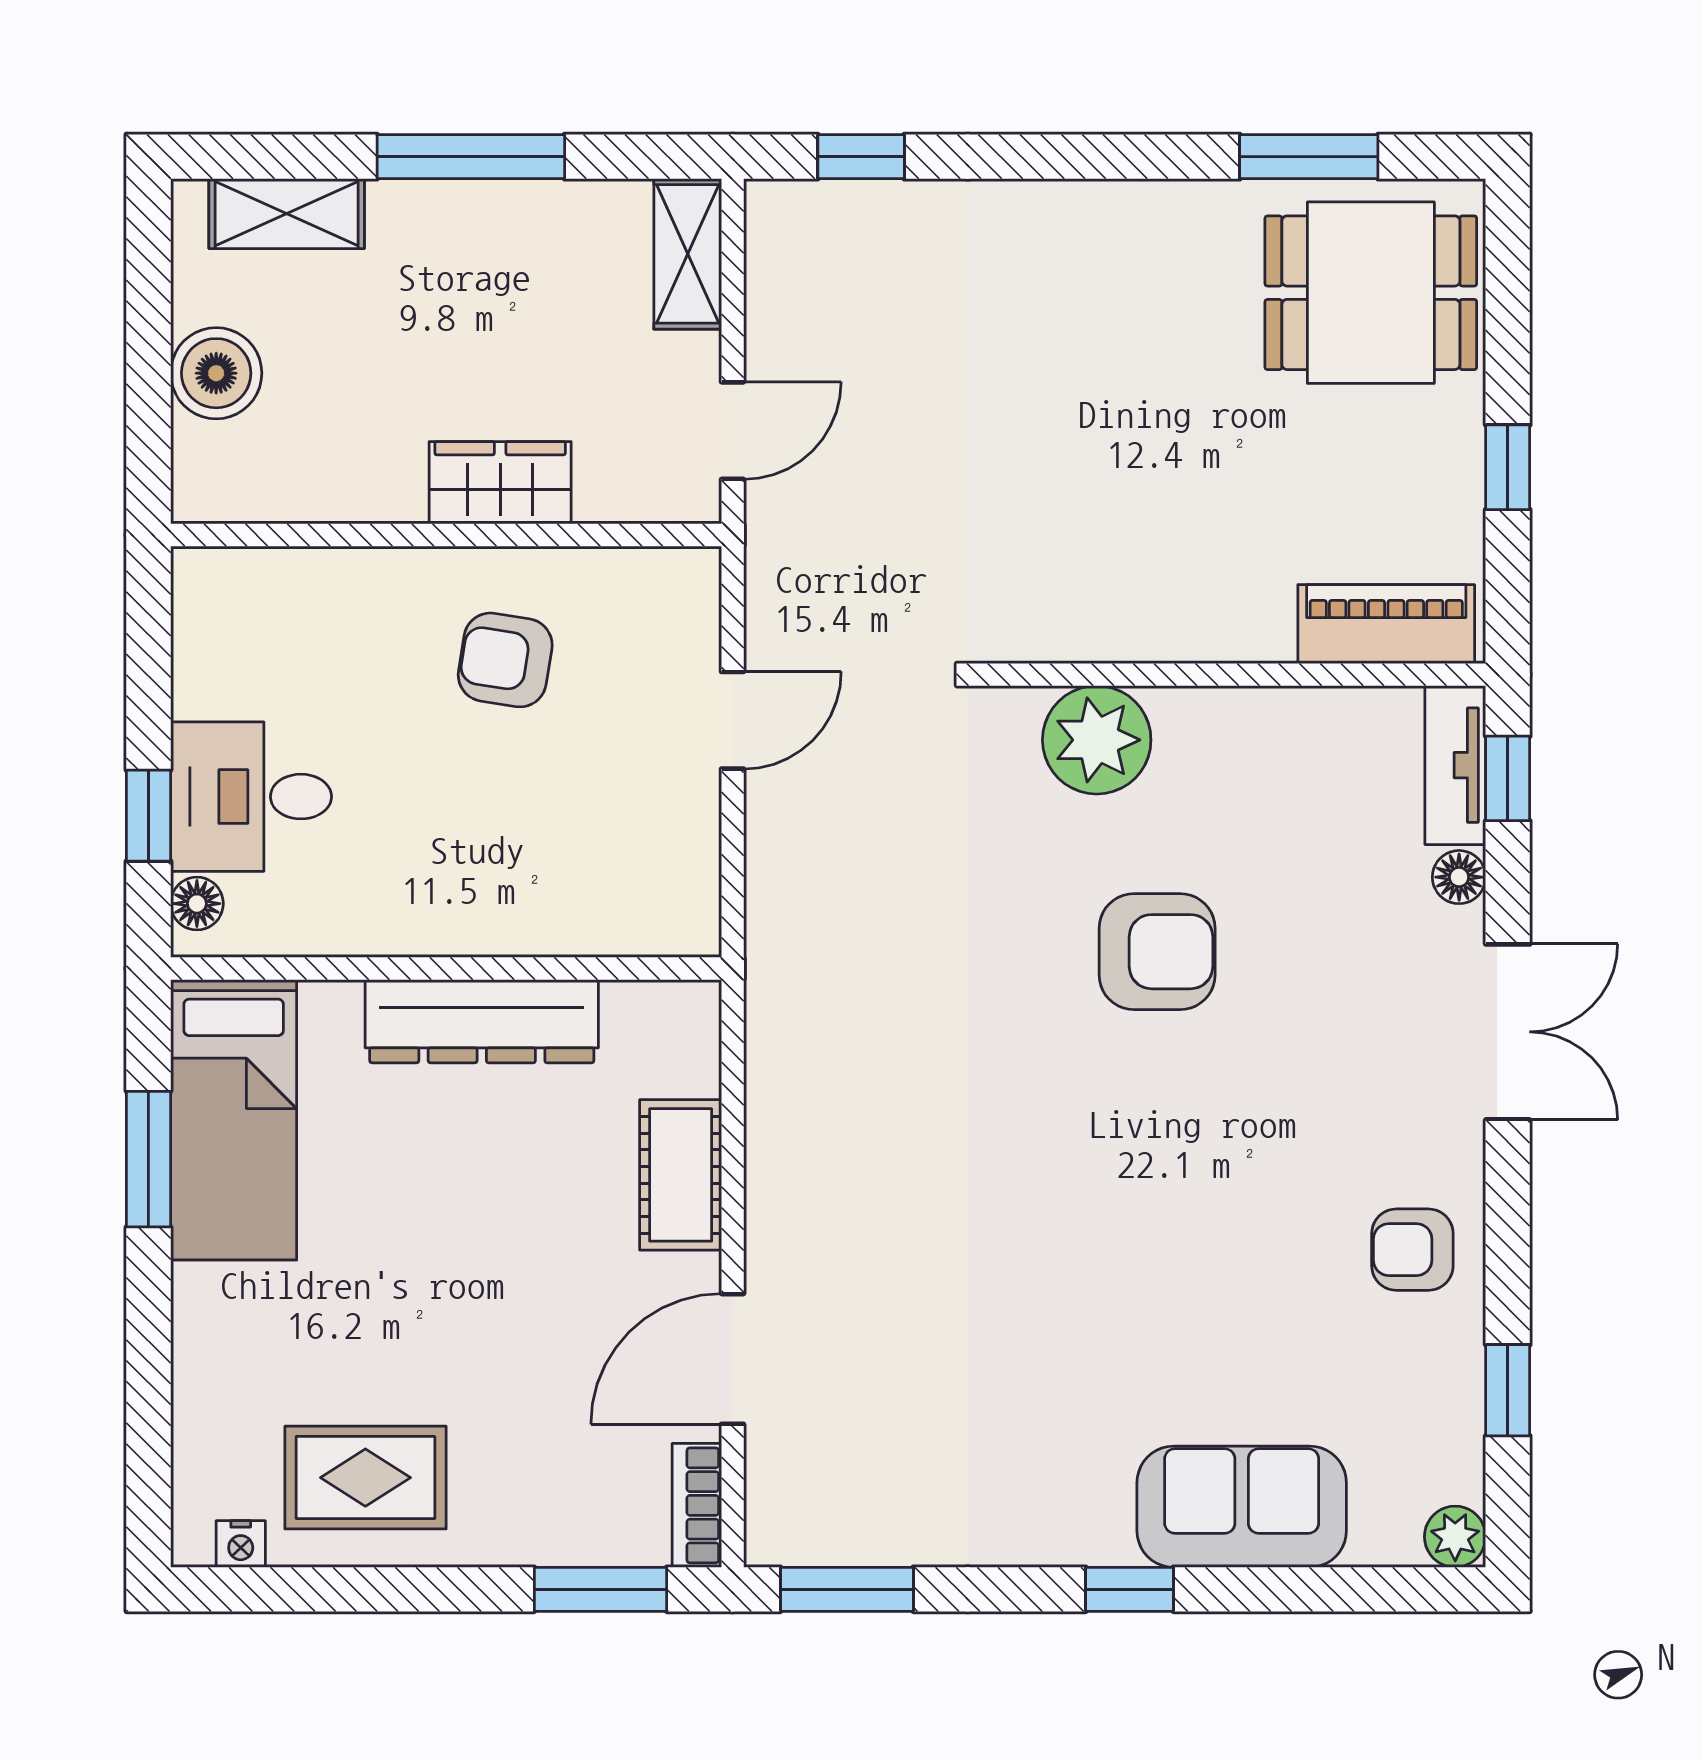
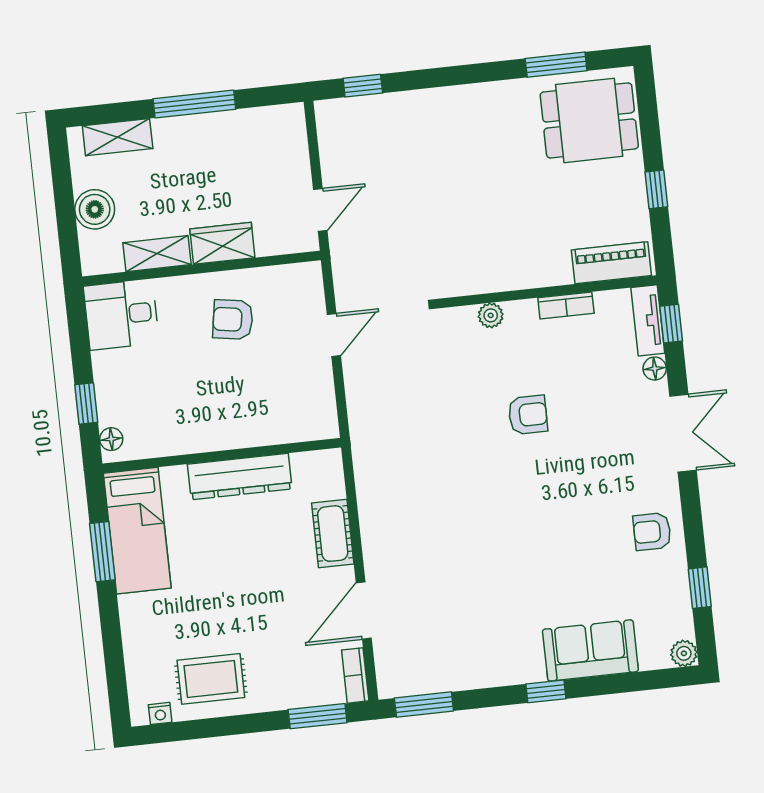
shelving: (688, 254) -> (157, 254), moved, turned 90
bookcase: (1272, 711) -> (566, 305), added
plant: (1097, 740) -> (491, 315), width x0.53, depth x0.53
desk: (251, 797) -> (121, 315), moved
armchair: (1157, 952) -> (528, 415), width x0.72, depth x0.72

